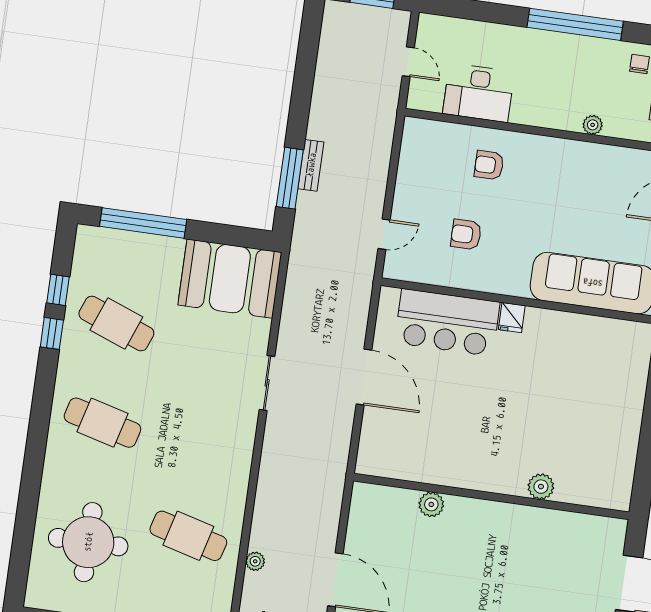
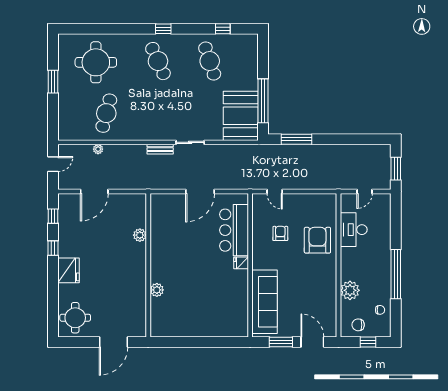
plant: (593, 125) -> (350, 290), width x1.87, depth x1.87
bench: (311, 165) -> (160, 149), moved
armchair: (489, 165) -> (317, 240), width x1.88, depth x1.88
window: (143, 223) -> (263, 101), moved
cafe table: (116, 323) -> (210, 61), turned -39
window: (52, 333) -> (163, 29), moved
cafe table: (102, 423) -> (158, 61), turned -39

